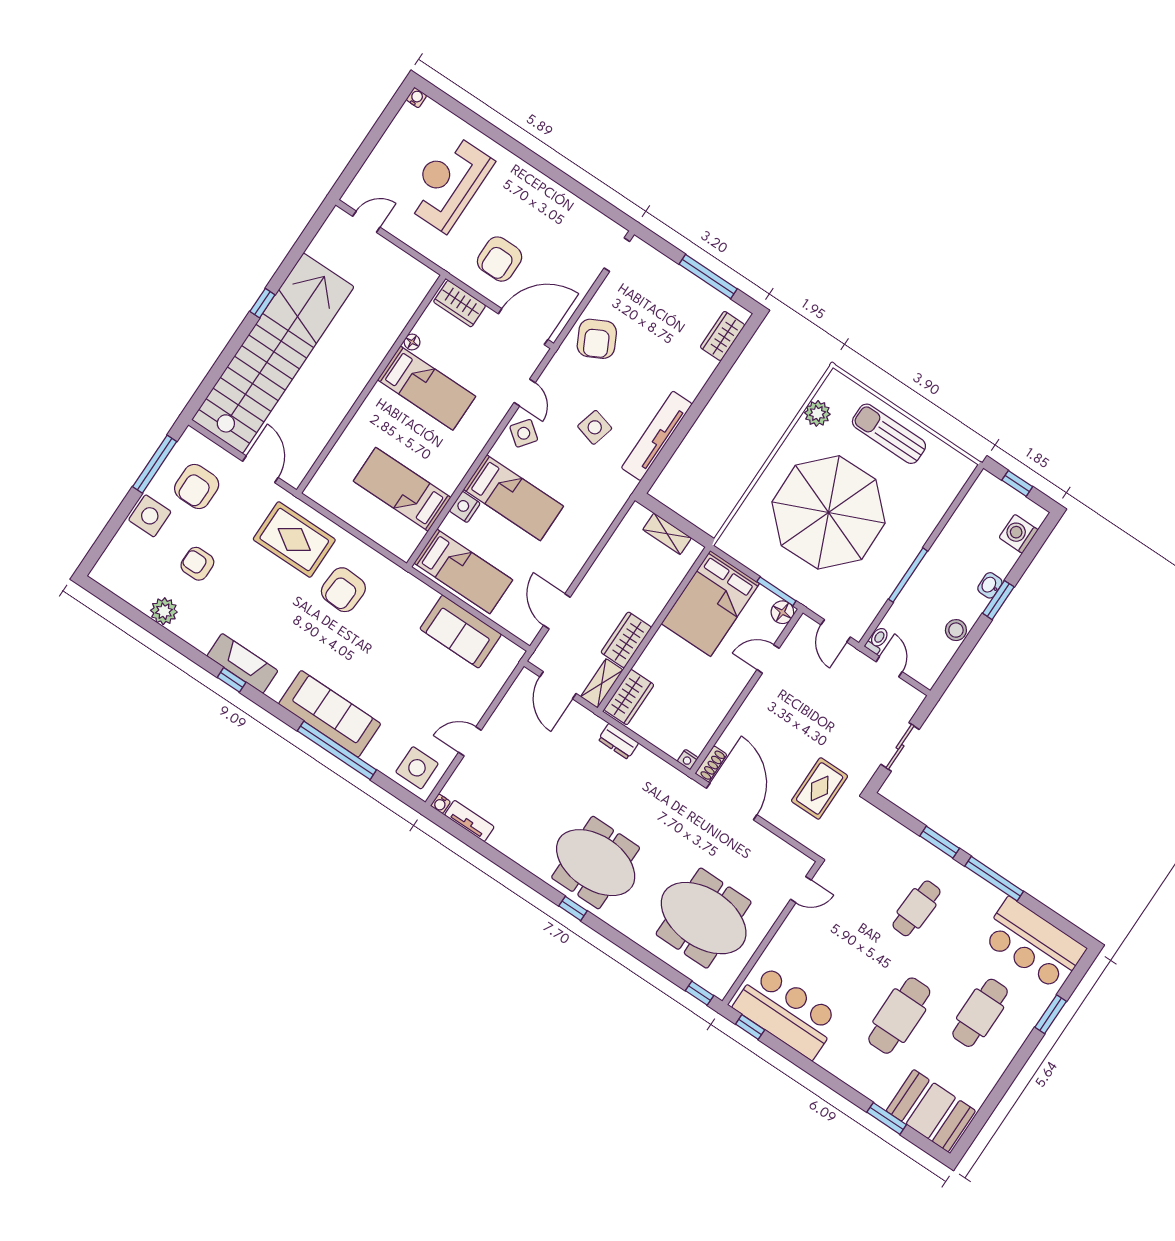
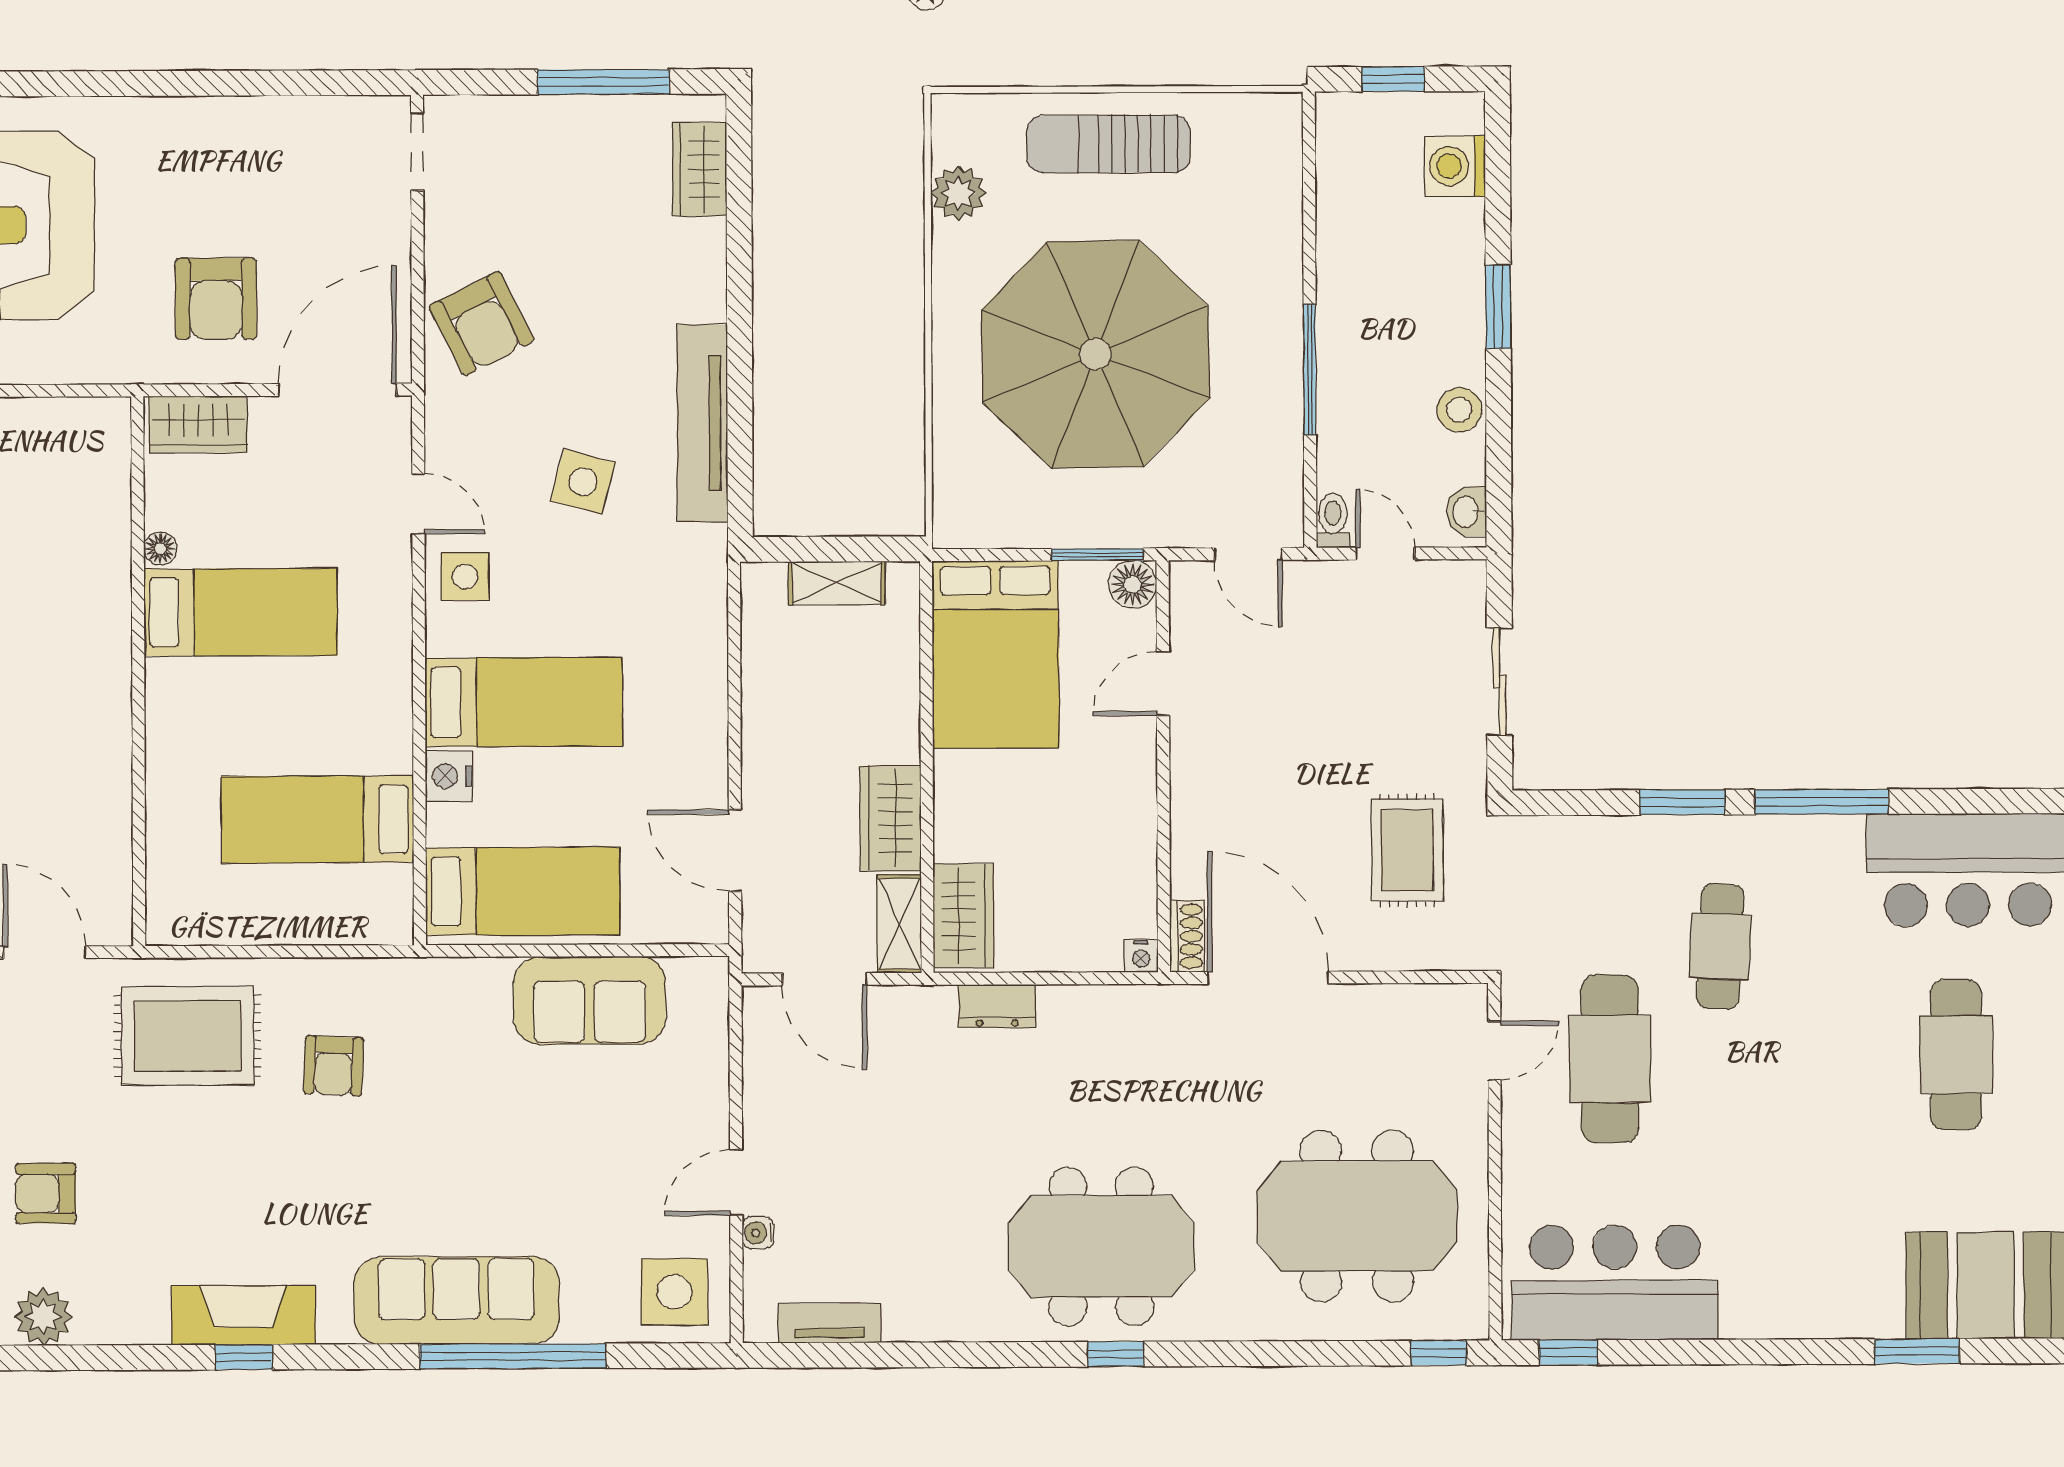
side table: (524, 433) -> (465, 577), turned -38
washbasin: (990, 585) -> (1467, 512), moved
armchair: (343, 590) -> (333, 1066), width x0.72, depth x0.72
water cooler: (441, 804) -> (758, 1233), moved, turned 90
cafe table: (899, 1016) -> (1610, 1059), moved

